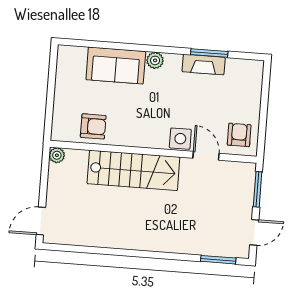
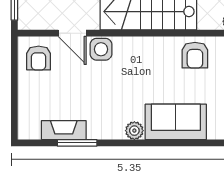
fireplace: (204, 65) -> (64, 130), moved
armchair: (93, 126) -> (195, 55), turned -90

